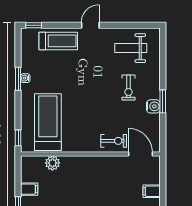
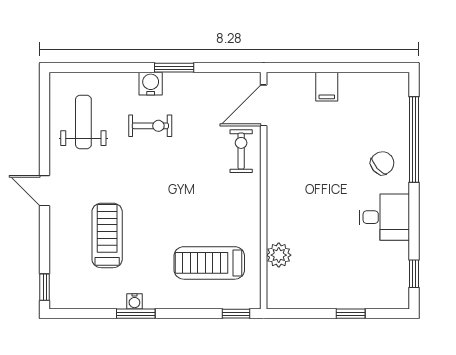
treadmill: (58, 41) -> (107, 235), moved
weight bench: (131, 48) -> (83, 122), turned 180
water cooler: (153, 106) -> (151, 84), moved
treadmill: (48, 122) -> (209, 263), width x0.73, depth x0.73
filing cabinet: (29, 189) -> (323, 295), removed

